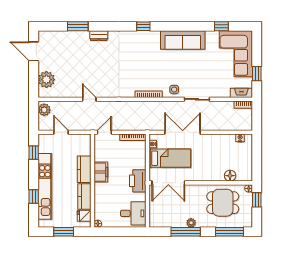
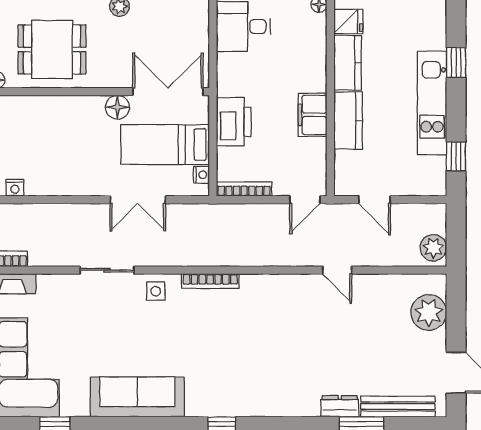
bench: (61, 35) -> (398, 407), added
dresser: (99, 36) -> (340, 406), moved
door: (61, 132) -> (375, 200), moved
double door: (183, 132) -> (138, 200), width x0.73
floor lamp: (230, 176) -> (117, 107), moved
printer: (138, 181) -> (234, 122), moved
kitchen unit: (45, 186) -> (432, 103), width x0.73

